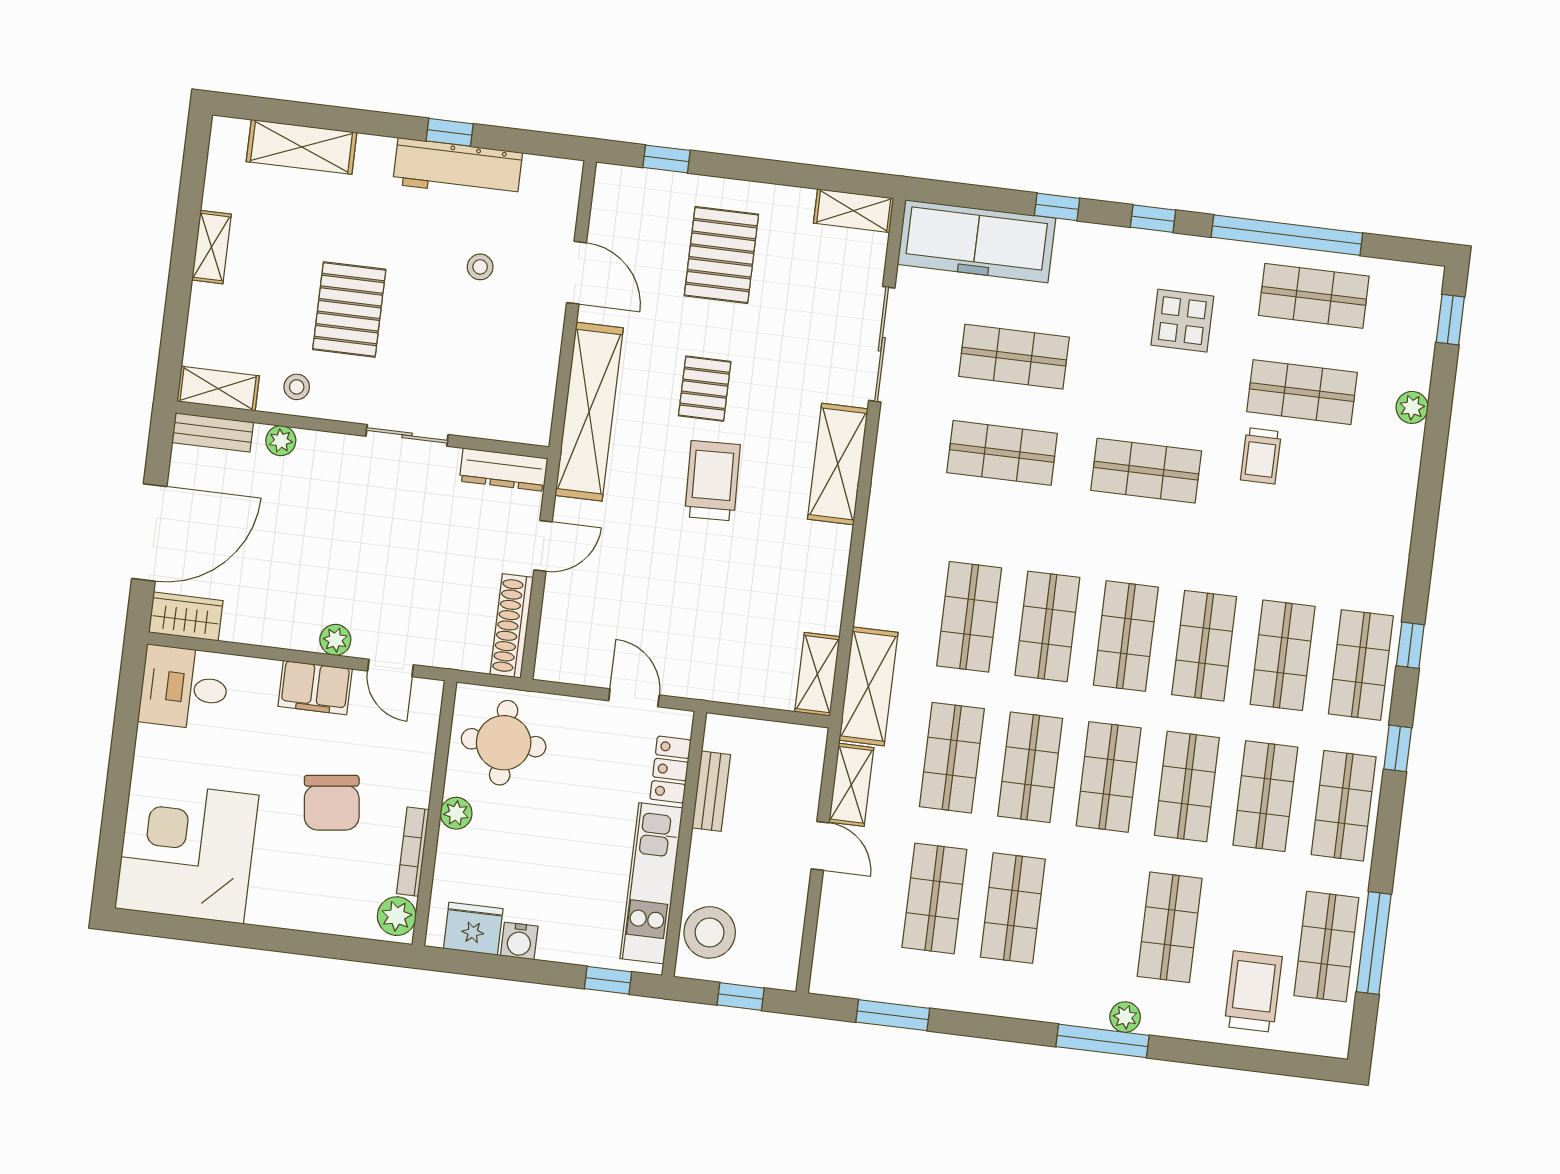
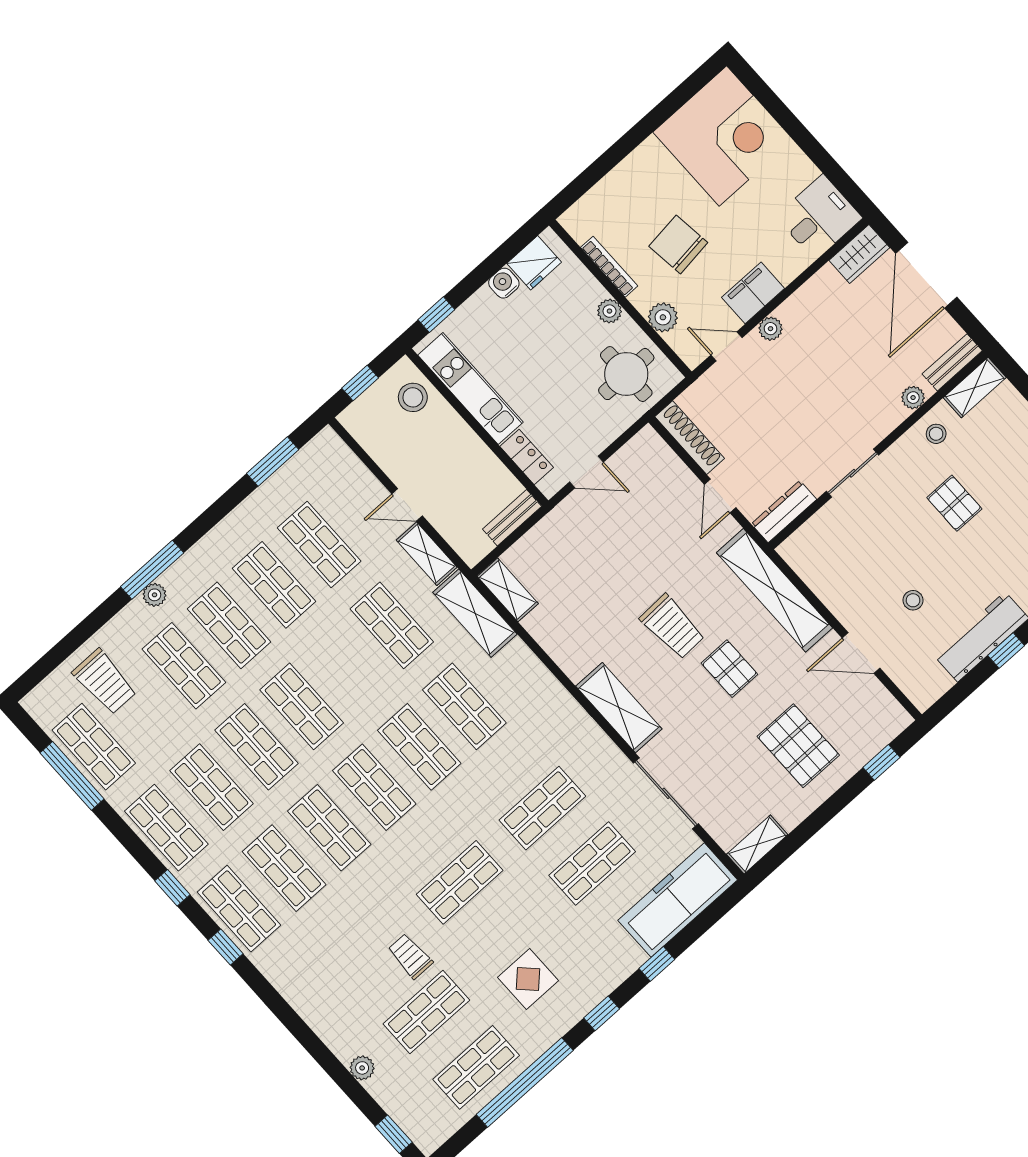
pallet: (349, 309) -> (954, 503), width x0.67, depth x0.71
shop shelf: (1030, 767) -> (229, 625), moved
bench: (711, 791) -> (512, 518), moved, turned 90
plant: (397, 916) -> (663, 317), moved
stool: (710, 932) -> (413, 397), width x0.73, depth x0.73

